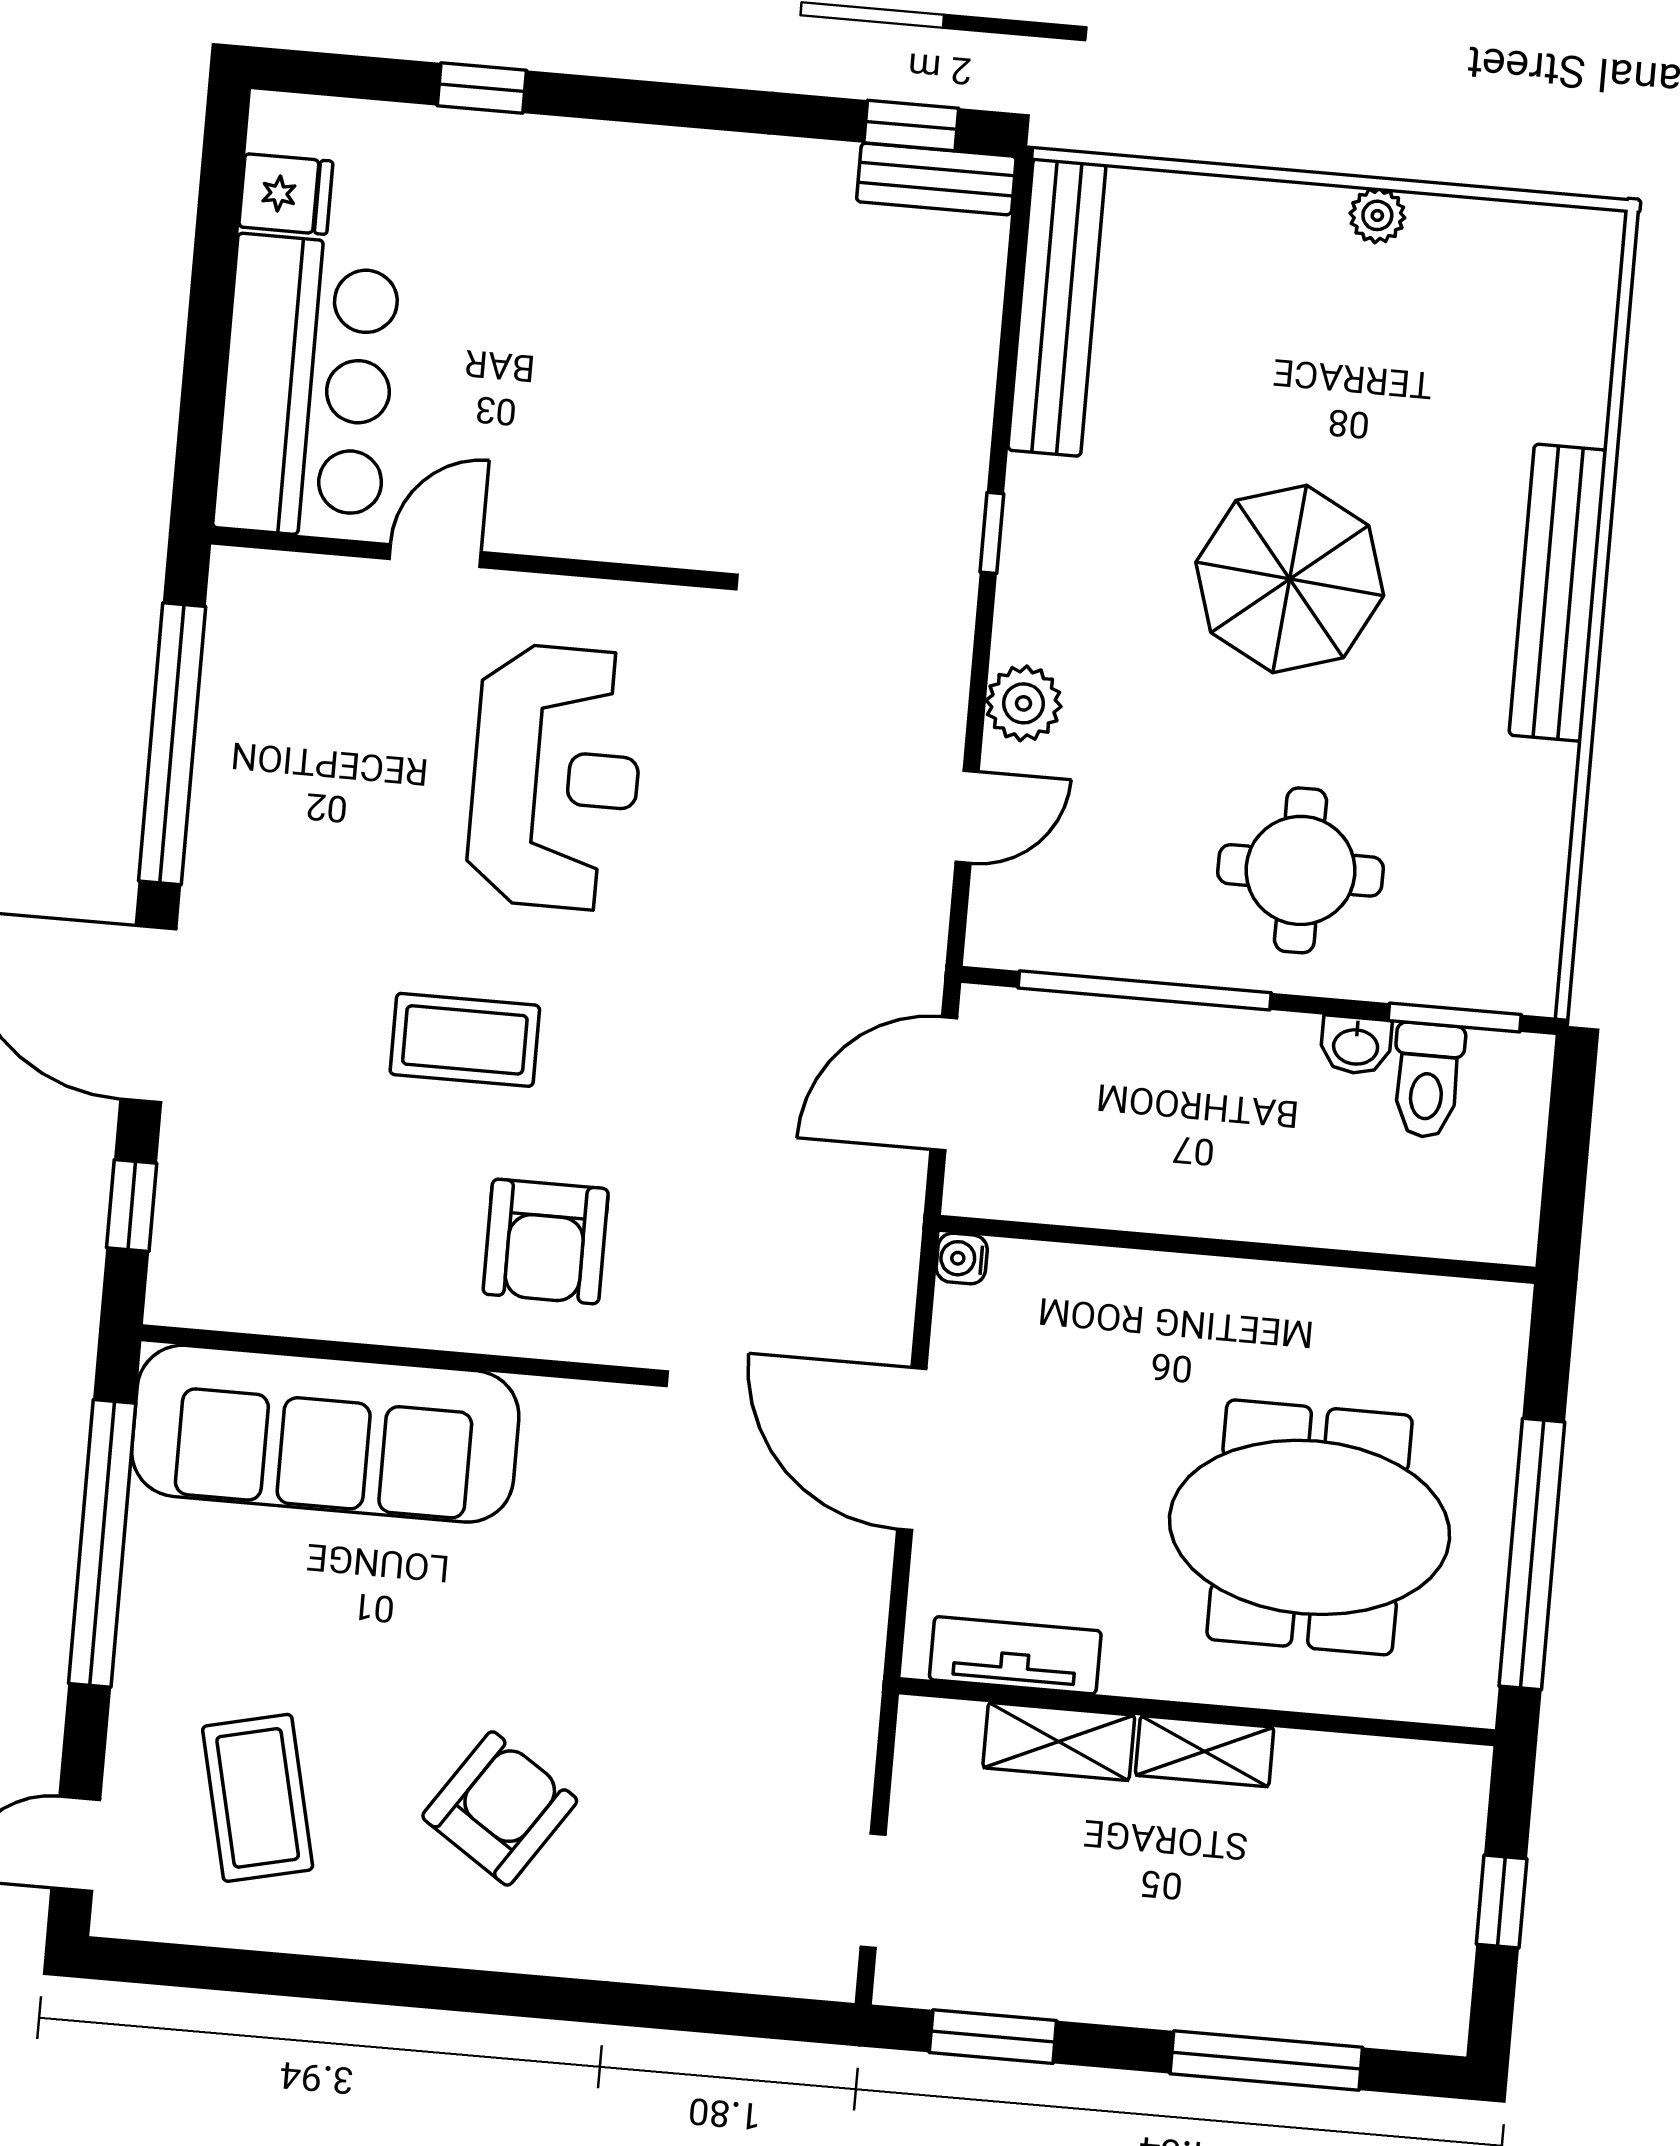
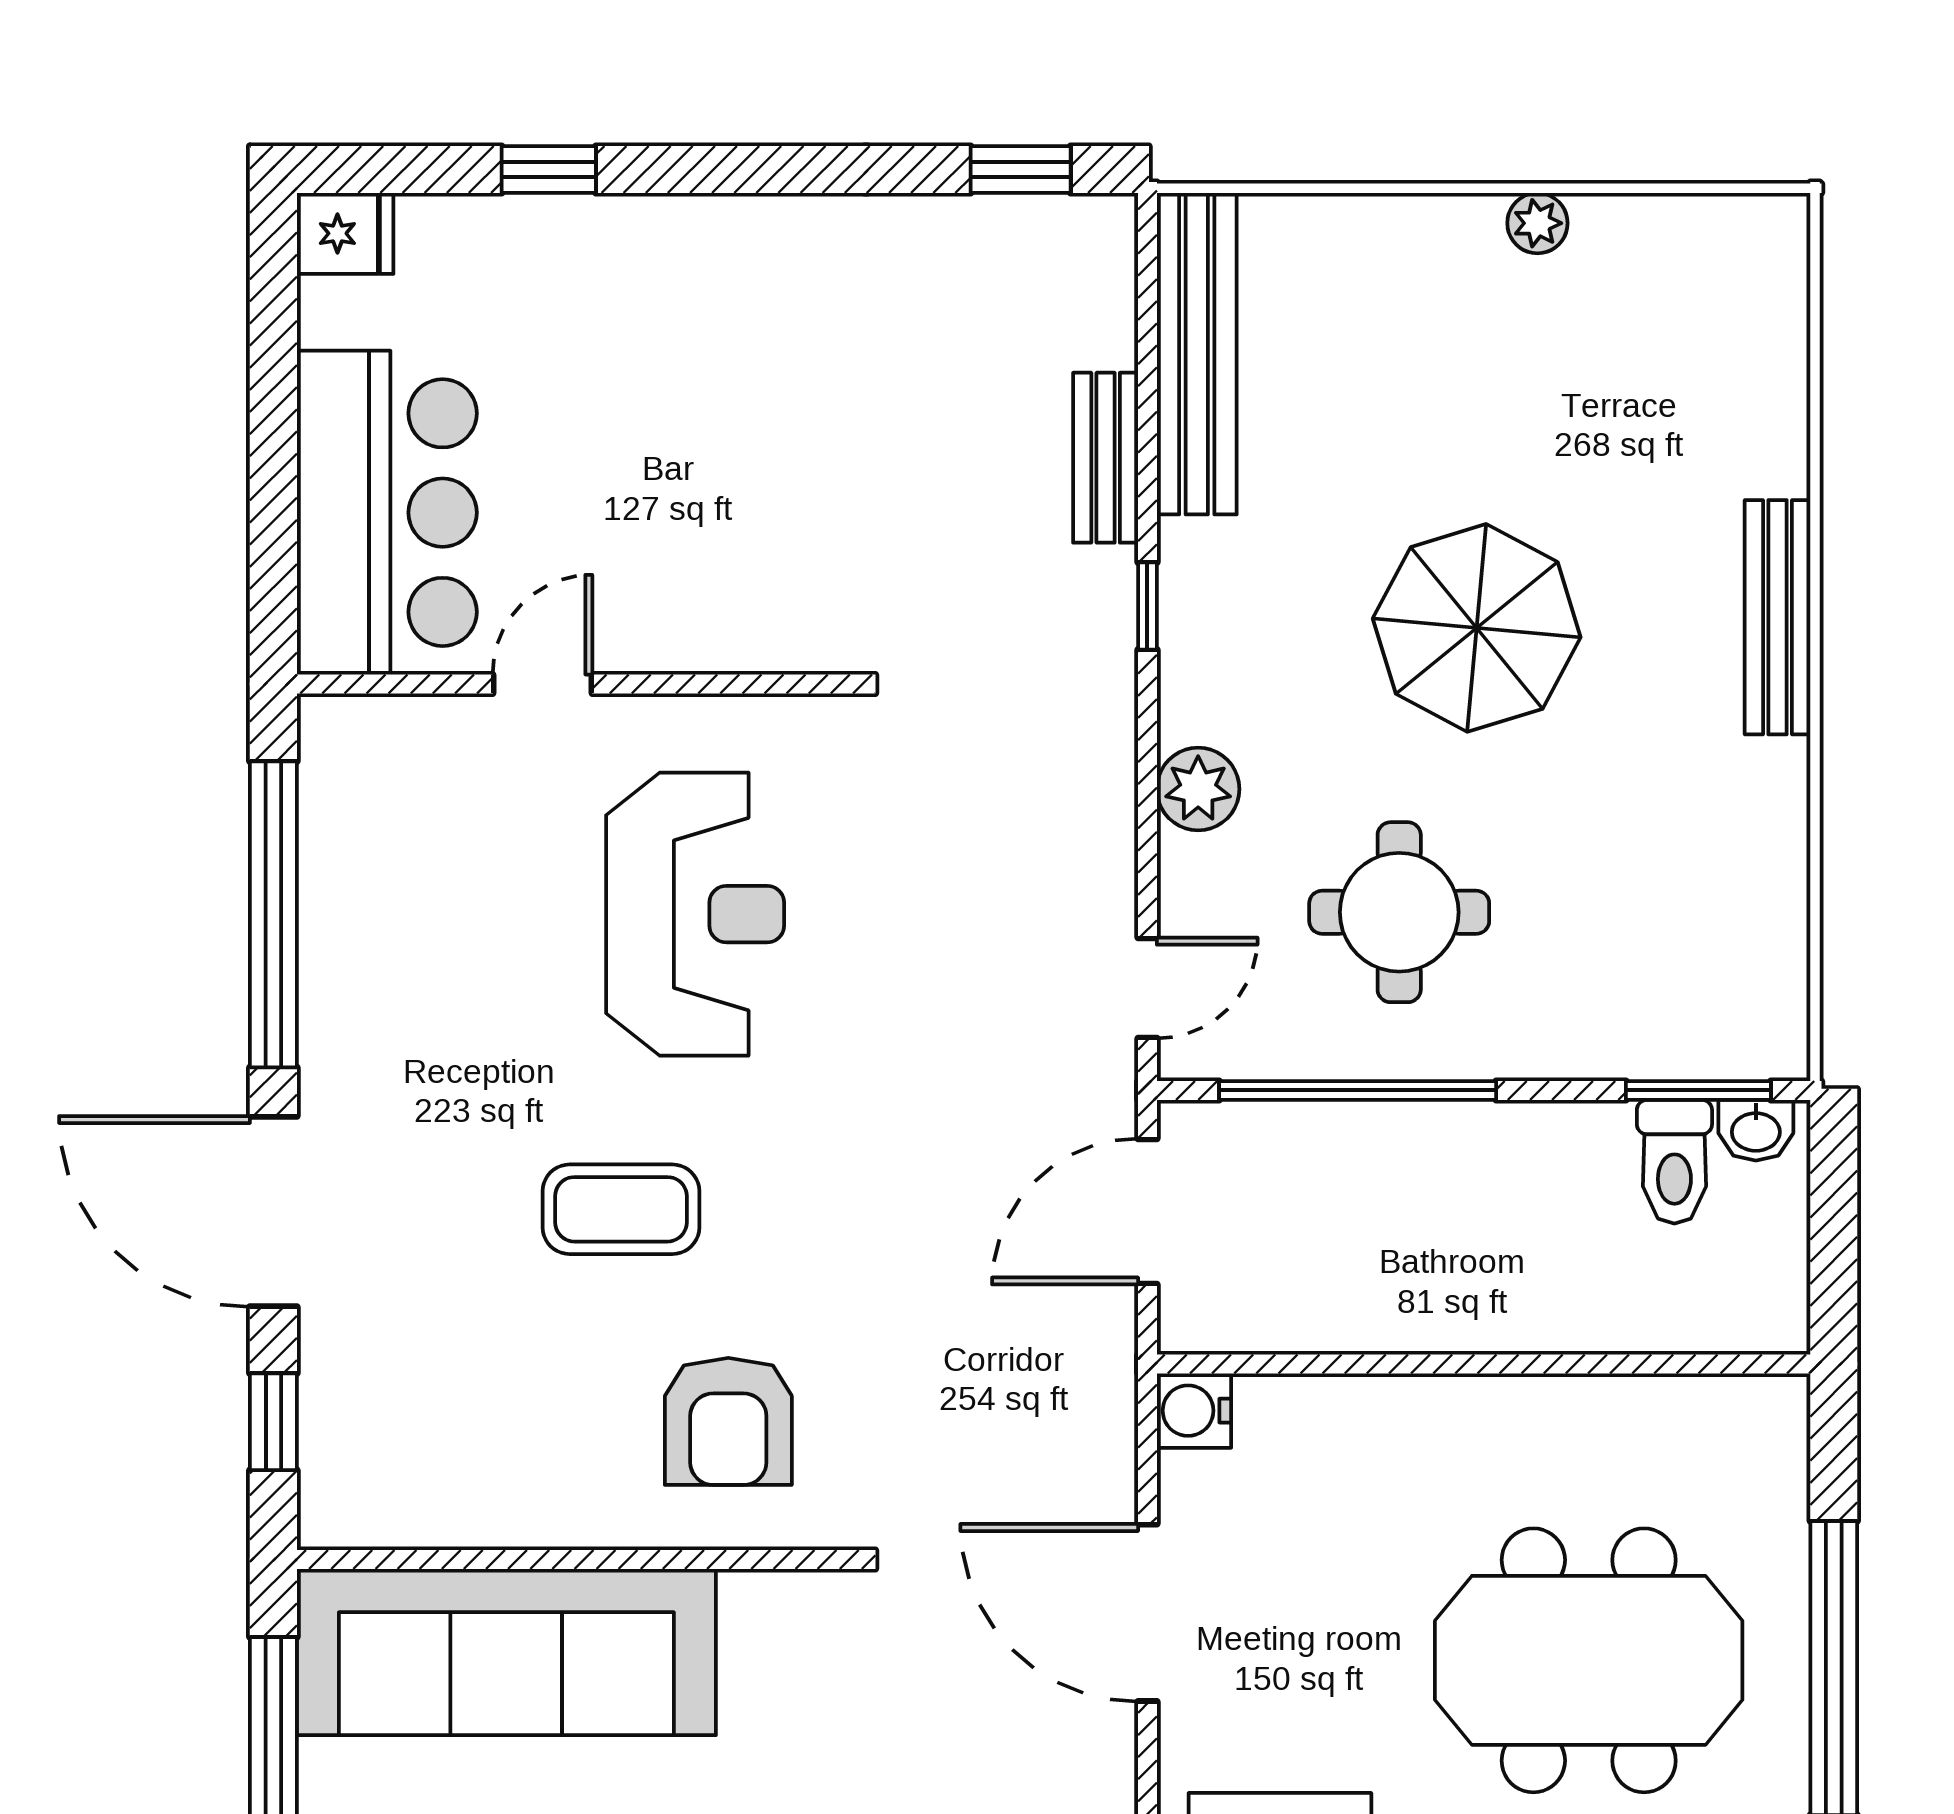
bench: (936, 179) -> (1106, 458), moved, turned 90
fridge: (286, 194) -> (345, 233), moved
bench: (1558, 593) -> (1778, 617), width x0.73, depth x0.82
door: (967, 817) -> (1147, 988), moved
round table: (1301, 870) -> (1399, 912), moved
washbasin: (1356, 1045) -> (1756, 1130), moved
water cooler: (962, 1259) -> (1194, 1411), width x1.38, depth x1.38

